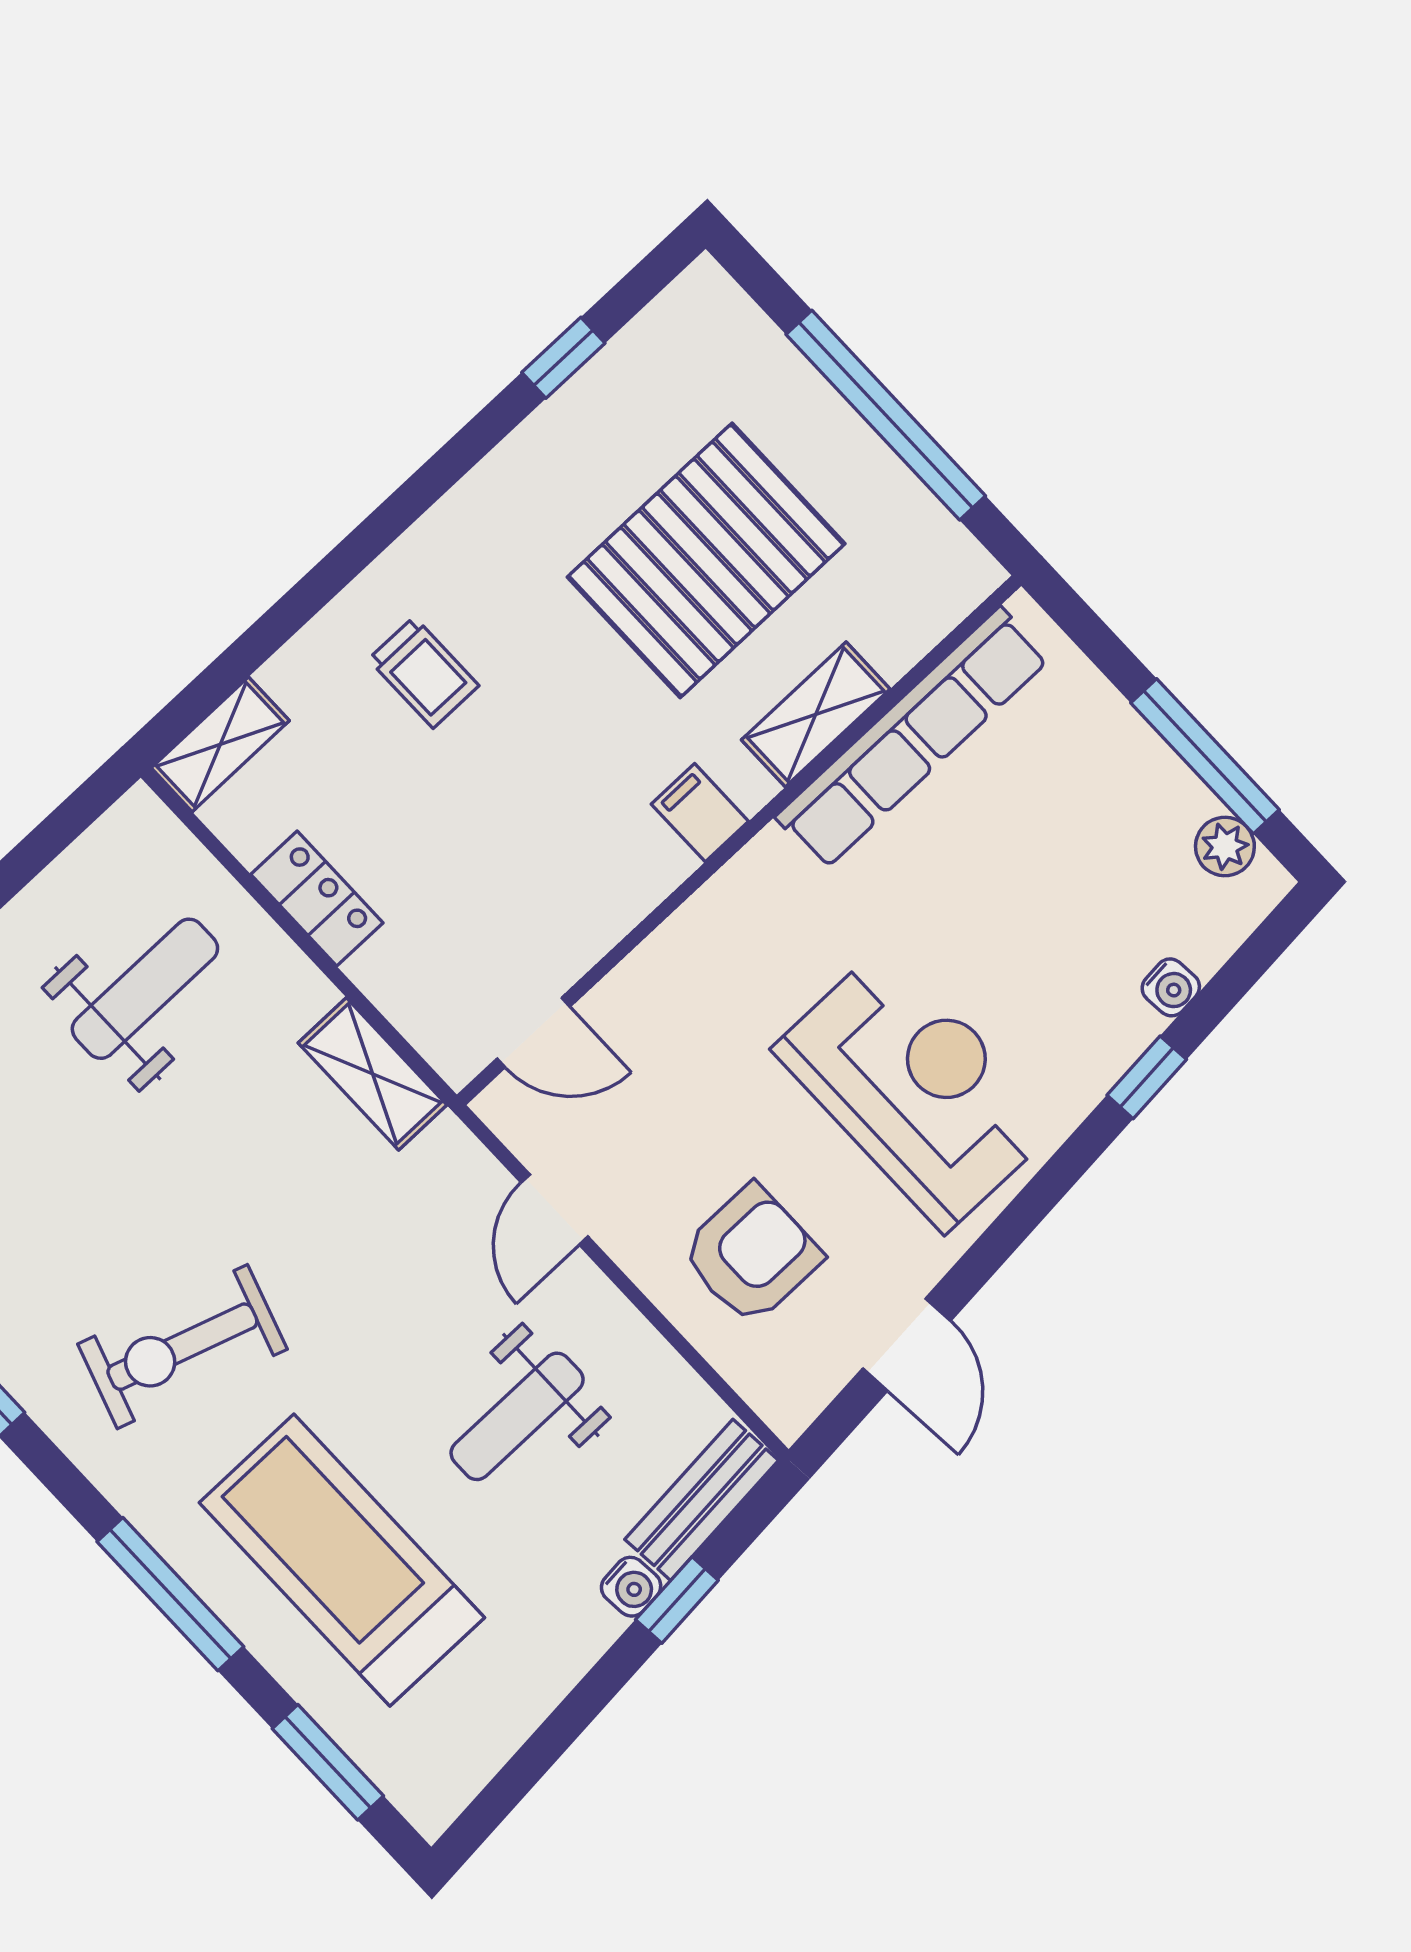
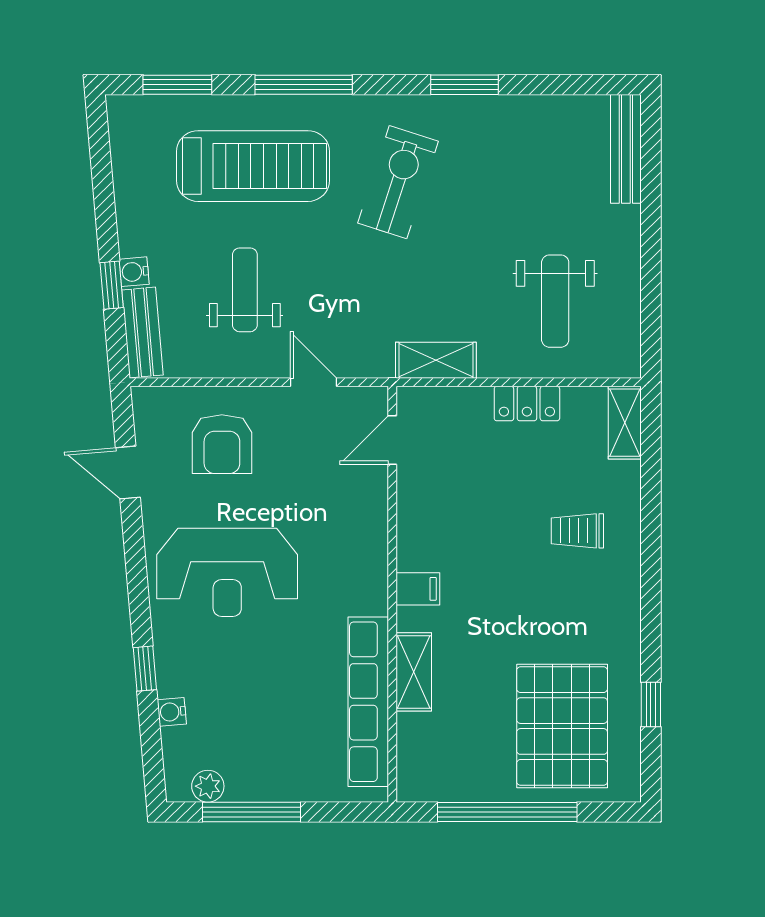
pallet: (706, 560) -> (562, 726), moved

